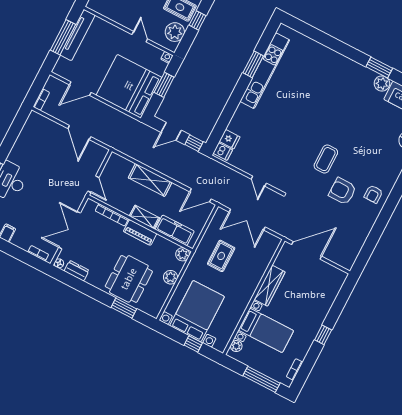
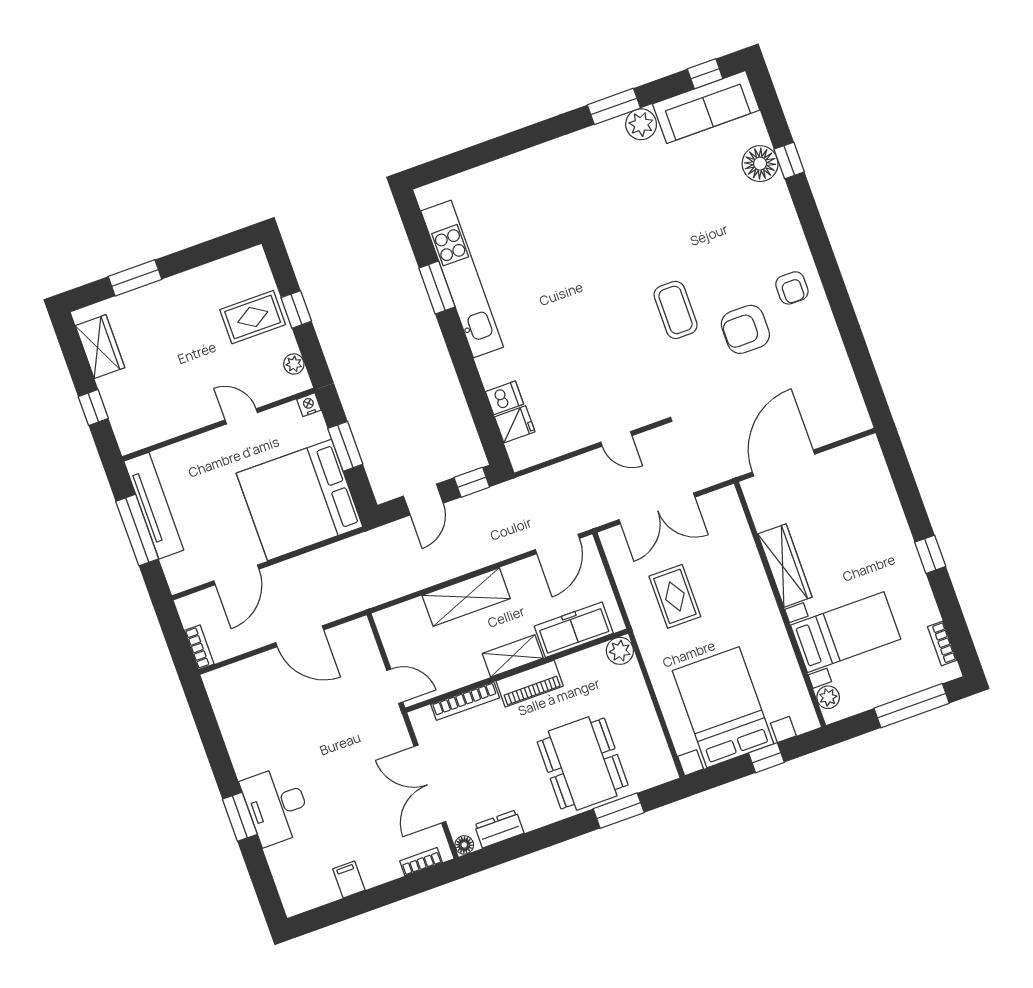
plant: (175, 32) -> (294, 364), width x0.53, depth x0.53
dishwasher: (223, 151) -> (504, 398), moved
plant: (171, 277) -> (637, 700), removed

